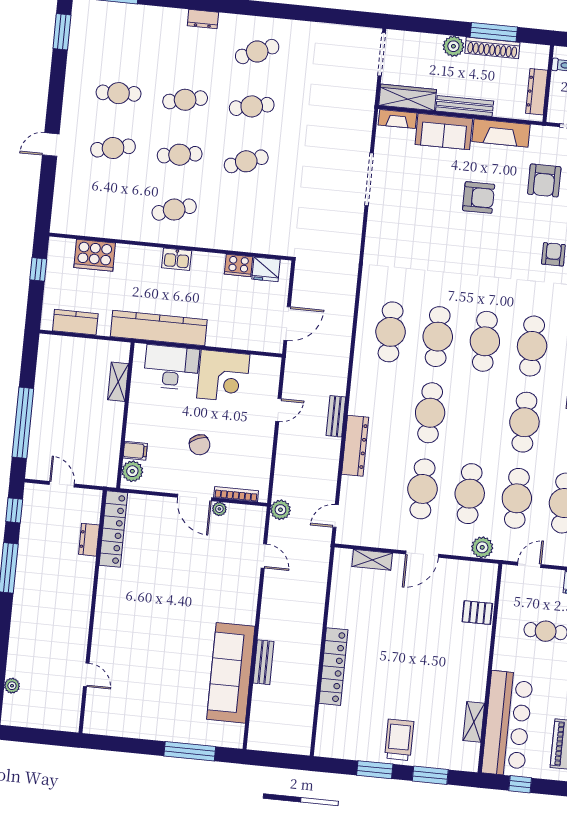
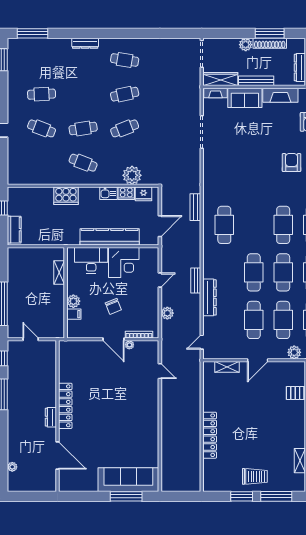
dresser: (203, 19) -> (85, 43), width x1.44
cafe table: (257, 52) -> (125, 60), turned 33
cafe table: (185, 100) -> (83, 94), removed
cafe table: (113, 148) -> (42, 128), turned 33
armchair: (479, 197) -> (291, 163), moved, turned -90
cafe table: (174, 210) -> (83, 163), turned 39
plant: (251, 238) -> (132, 175), added
cooker: (95, 255) -> (66, 196), moved
kitchen sink: (177, 259) -> (108, 193), moved
kitchen counter: (75, 322) -> (14, 230), moved, turned 90
kitchen counter: (159, 328) -> (110, 237), moved
cafe table: (438, 337) -> (283, 272), moved
plant: (132, 471) -> (73, 301), moved
plant: (280, 510) -> (167, 313), moved
locker: (113, 529) -> (65, 406), moved
dresser: (89, 540) -> (51, 417), moved
bench: (264, 662) -> (195, 207), moved
sofa: (231, 673) -> (128, 480), moved, turned 90
door: (86, 675) -> (57, 456), width x1.88
trolley: (399, 740) -> (255, 476), turned 90
window: (430, 775) -> (276, 496), width x1.44

